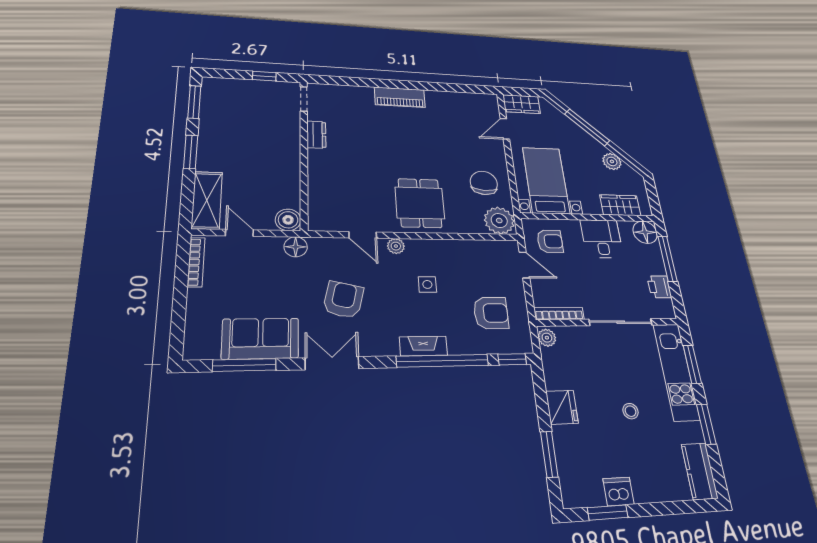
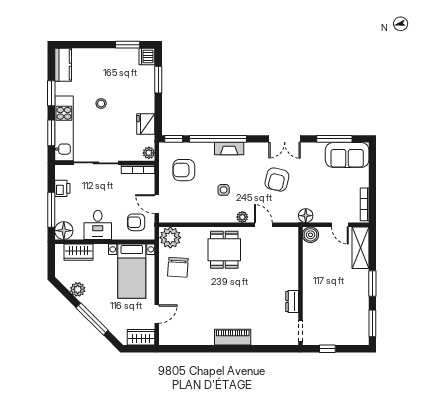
sofa: (260, 339) -> (347, 155), moved
fridge: (562, 407) -> (146, 124), moved
dishwasher: (618, 491) -> (147, 56), moved, turned 90

